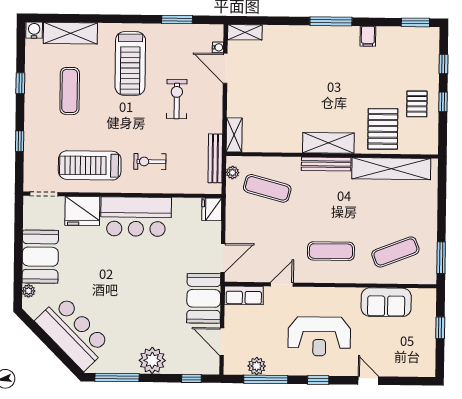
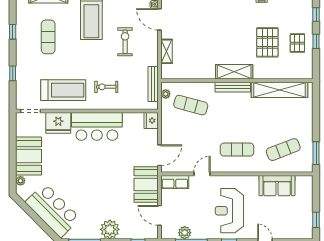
pallet: (383, 129) -> (267, 42), moved
shelving: (234, 135) -> (167, 51), moved
treadmill: (90, 165) -> (63, 90), turned 180
window: (440, 328) -> (316, 220), moved
reception desk: (319, 336) -> (229, 211), turned 90

